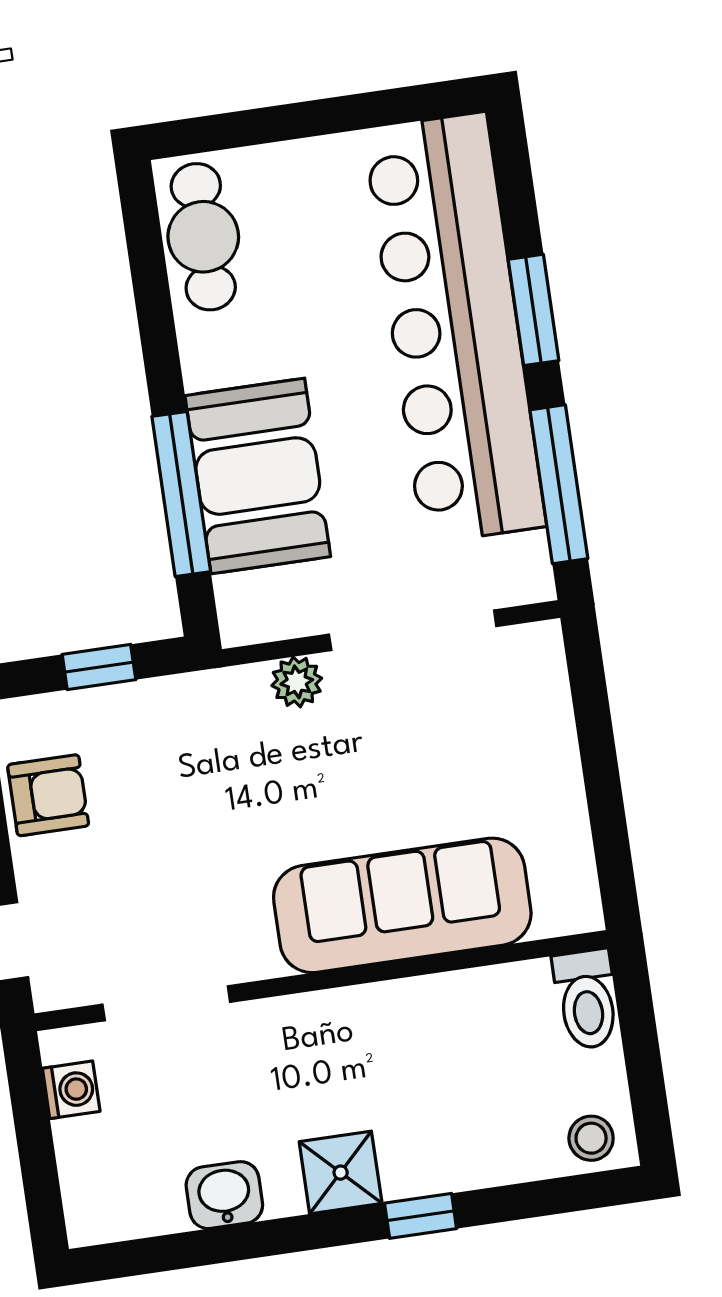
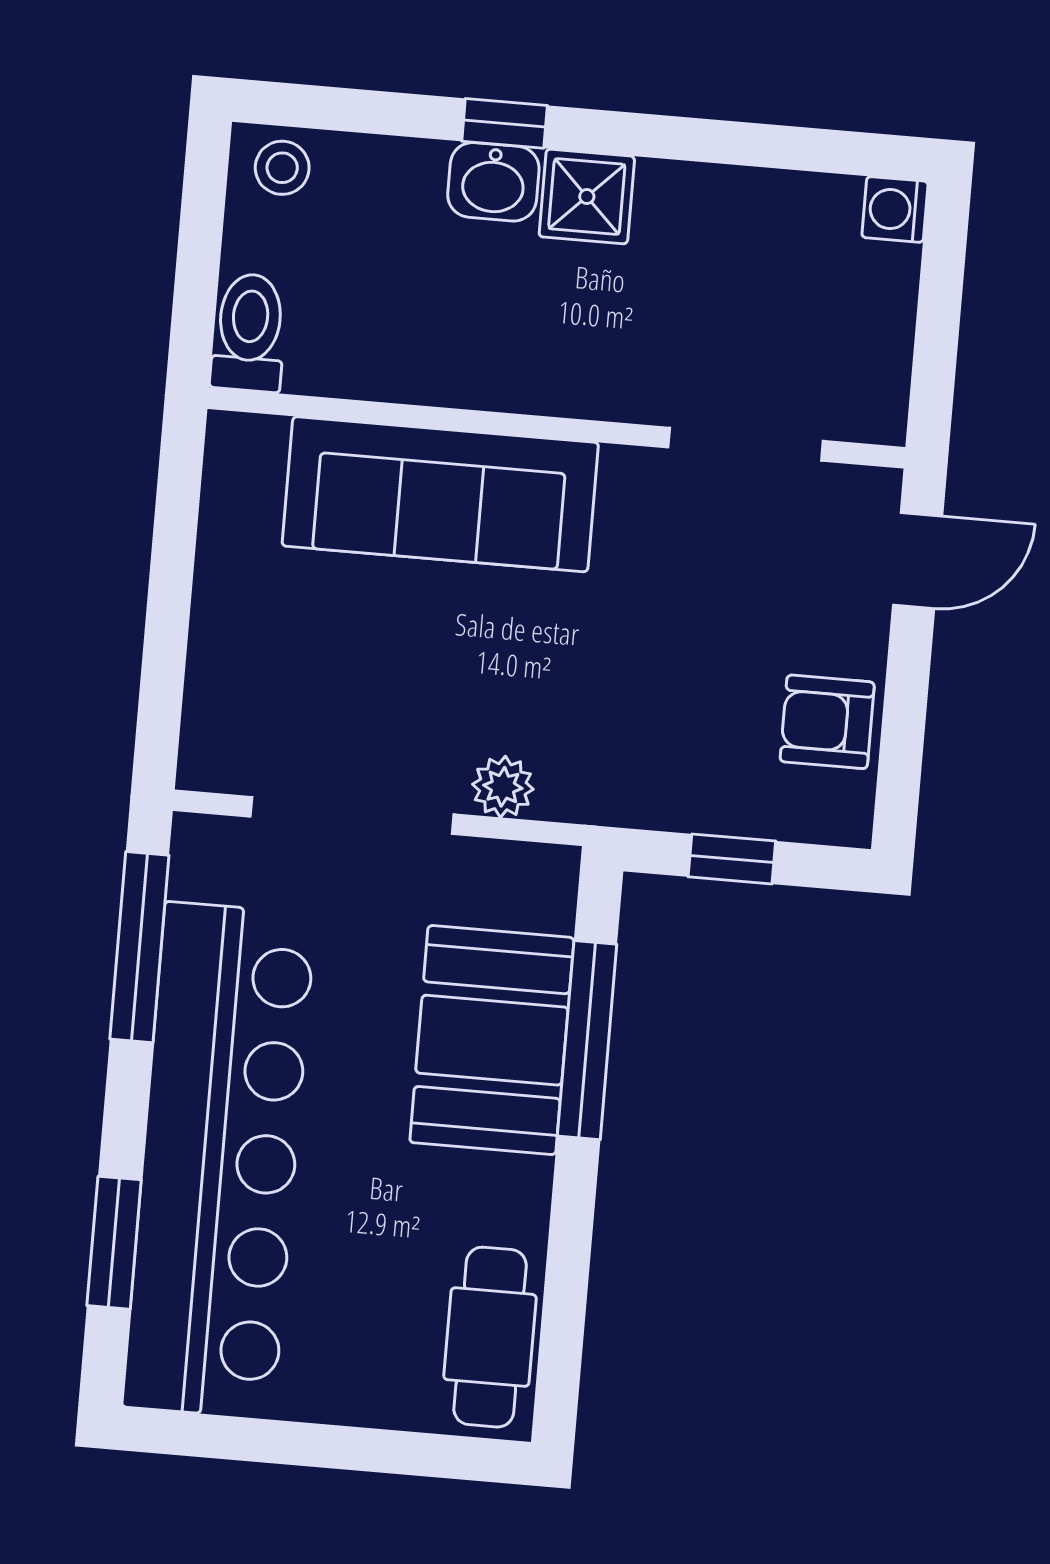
window: (533, 310) -> (114, 1243), moved
washing machine: (71, 1090) -> (895, 209), moved
washbasin: (224, 1195) -> (493, 182), moved

